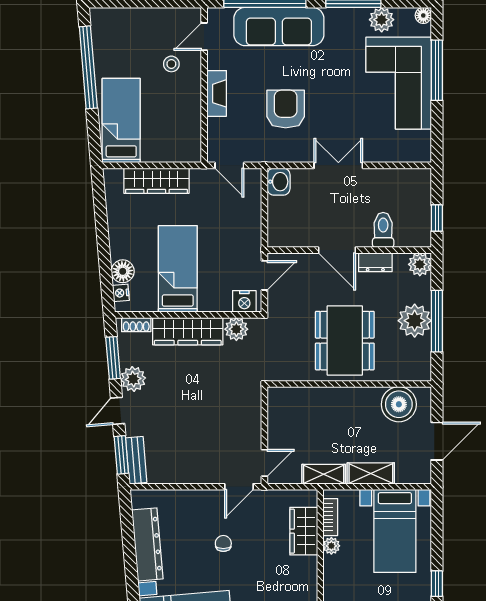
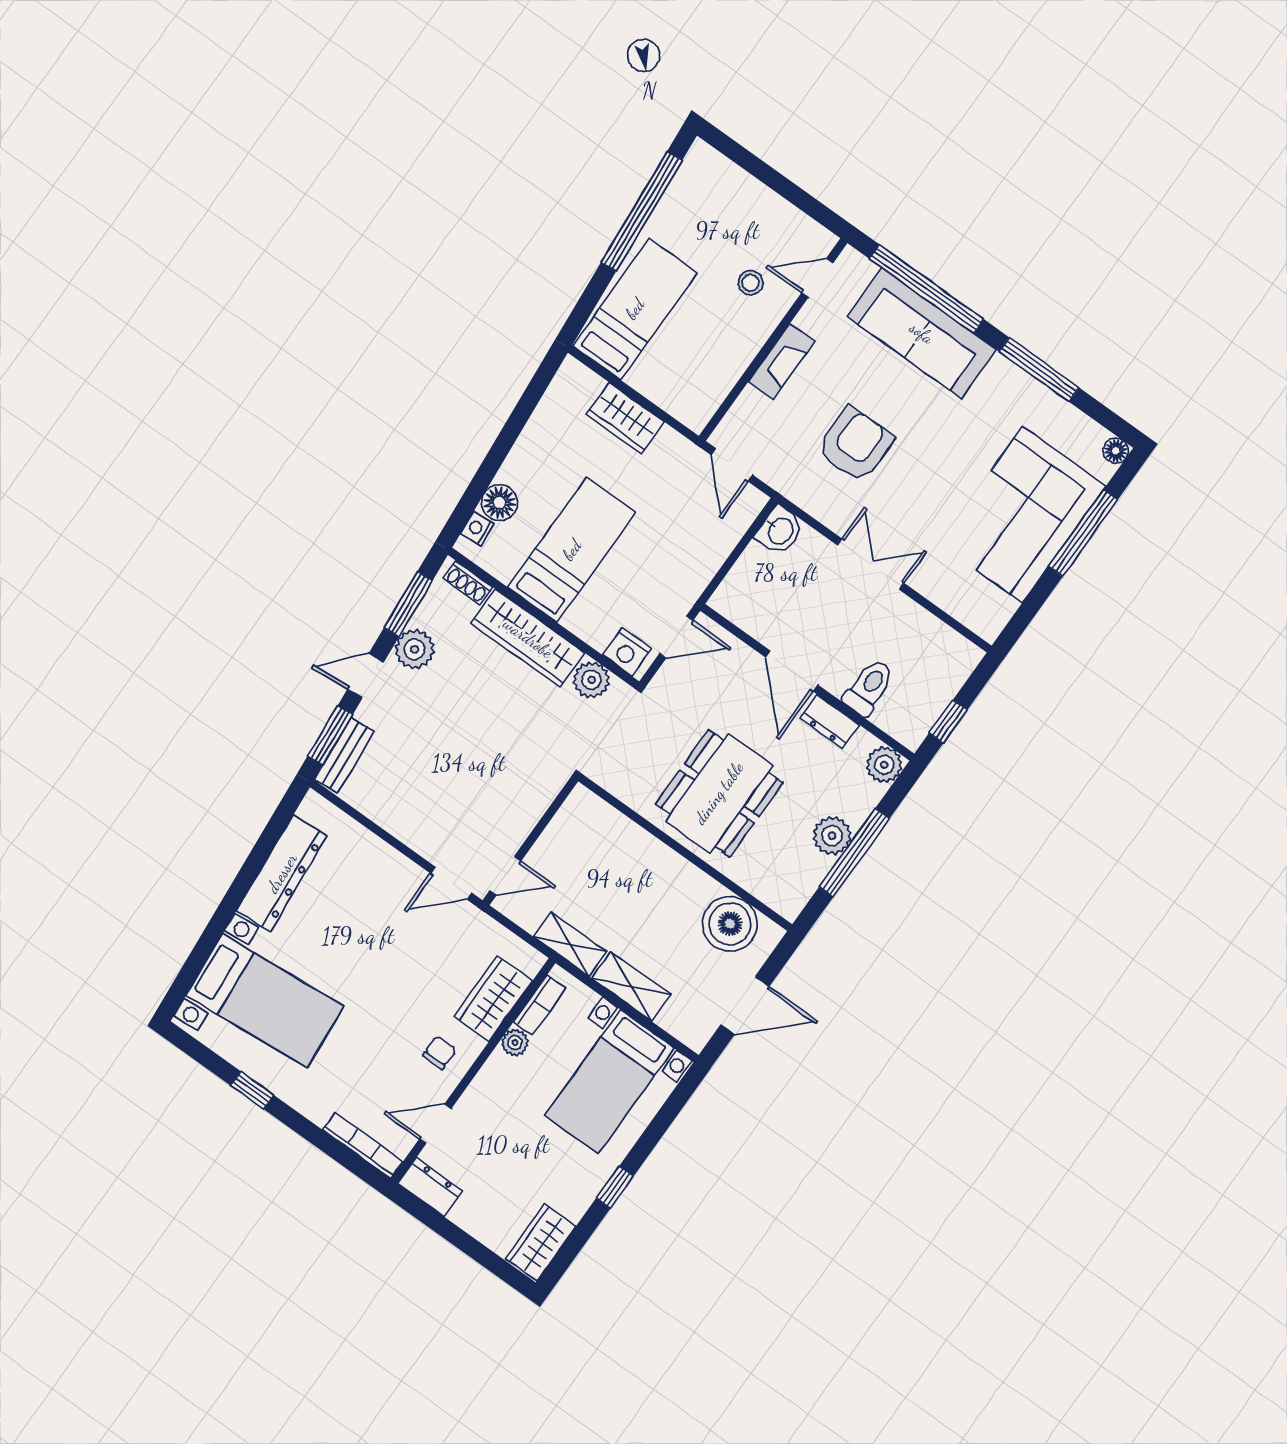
plant: (382, 20) -> (1059, 418), removed
wardrobe: (156, 181) -> (625, 418), width x0.67
plant: (415, 321) -> (832, 836), width x0.73, depth x0.73
chair: (223, 543) -> (439, 1053), moved

